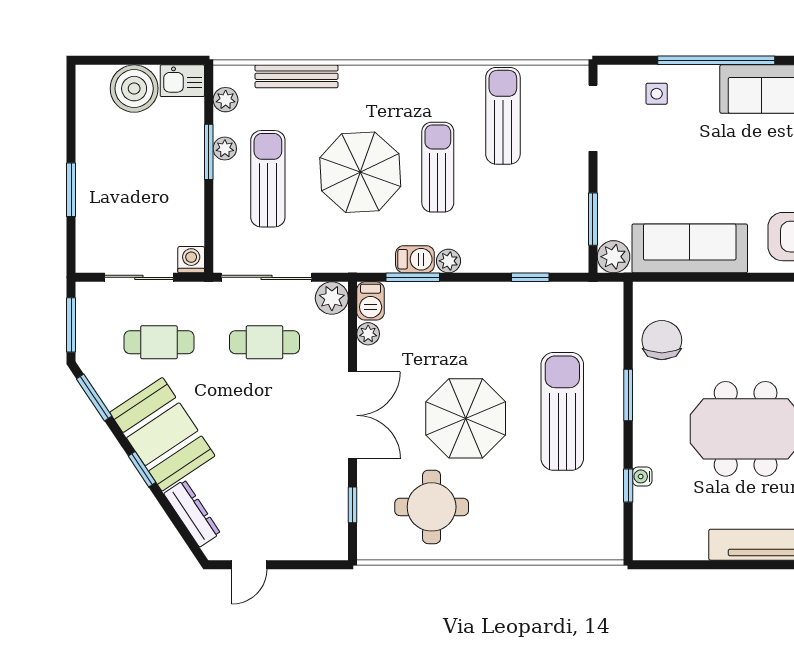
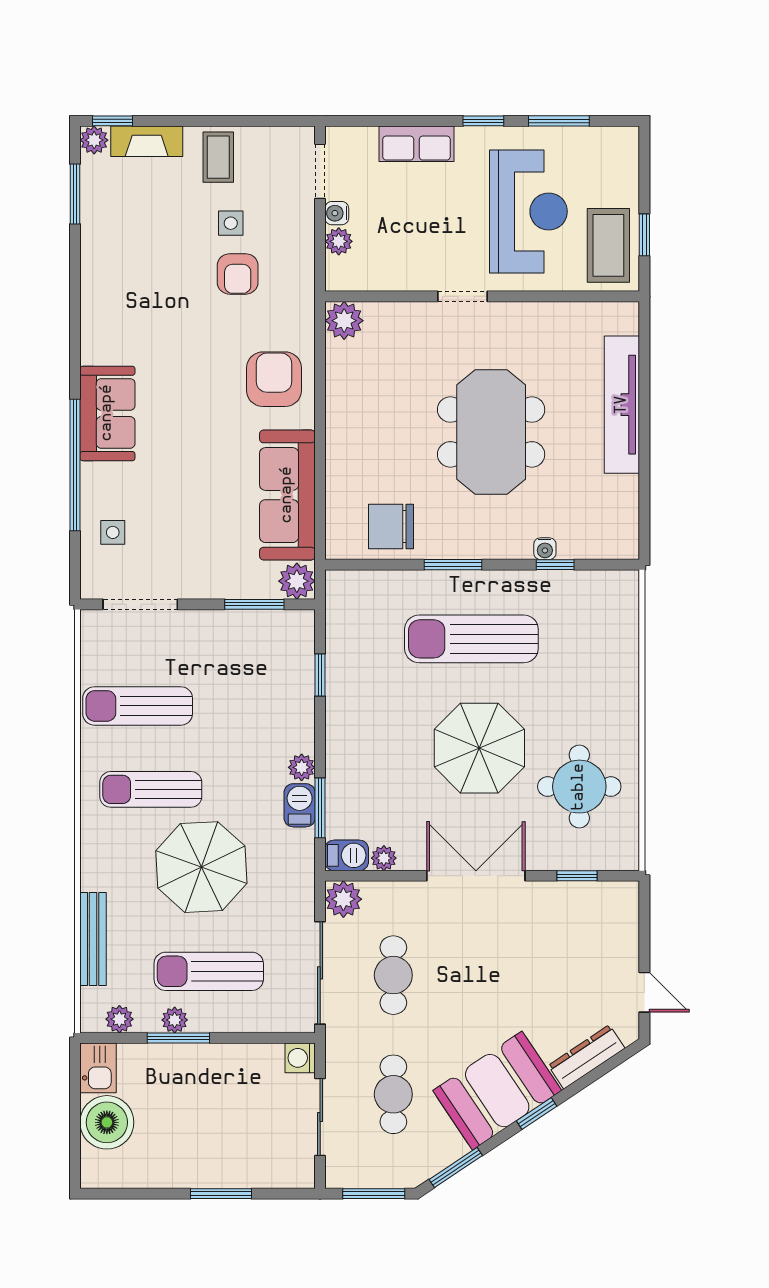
sun lounger: (438, 167) -> (151, 789), moved

